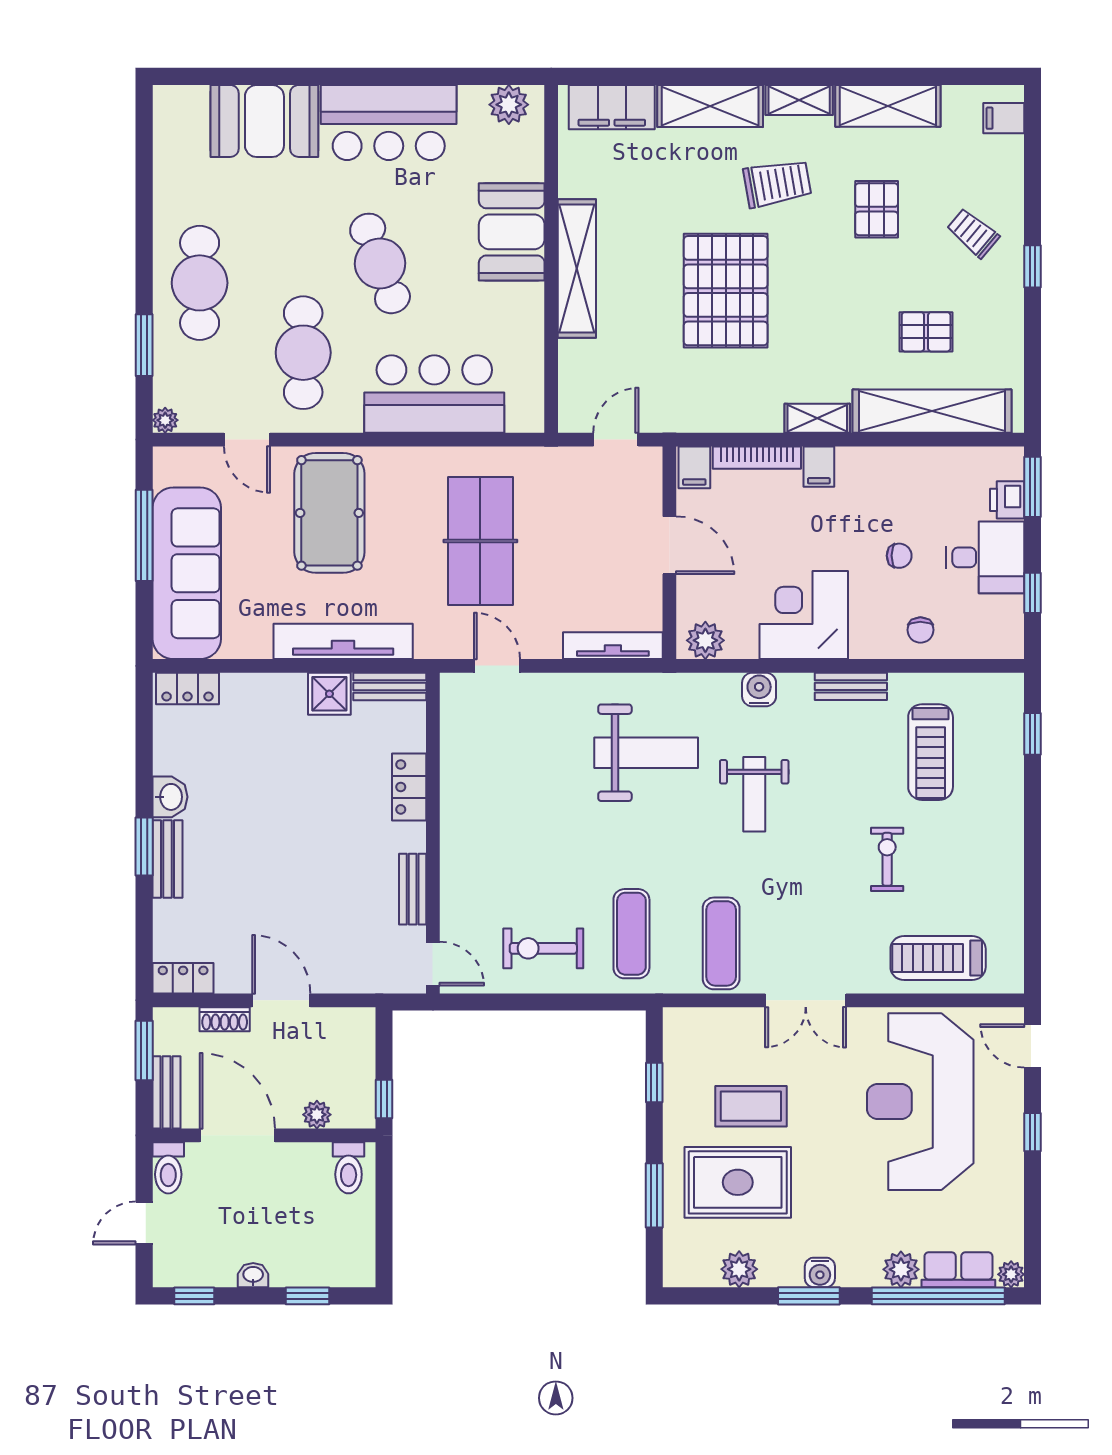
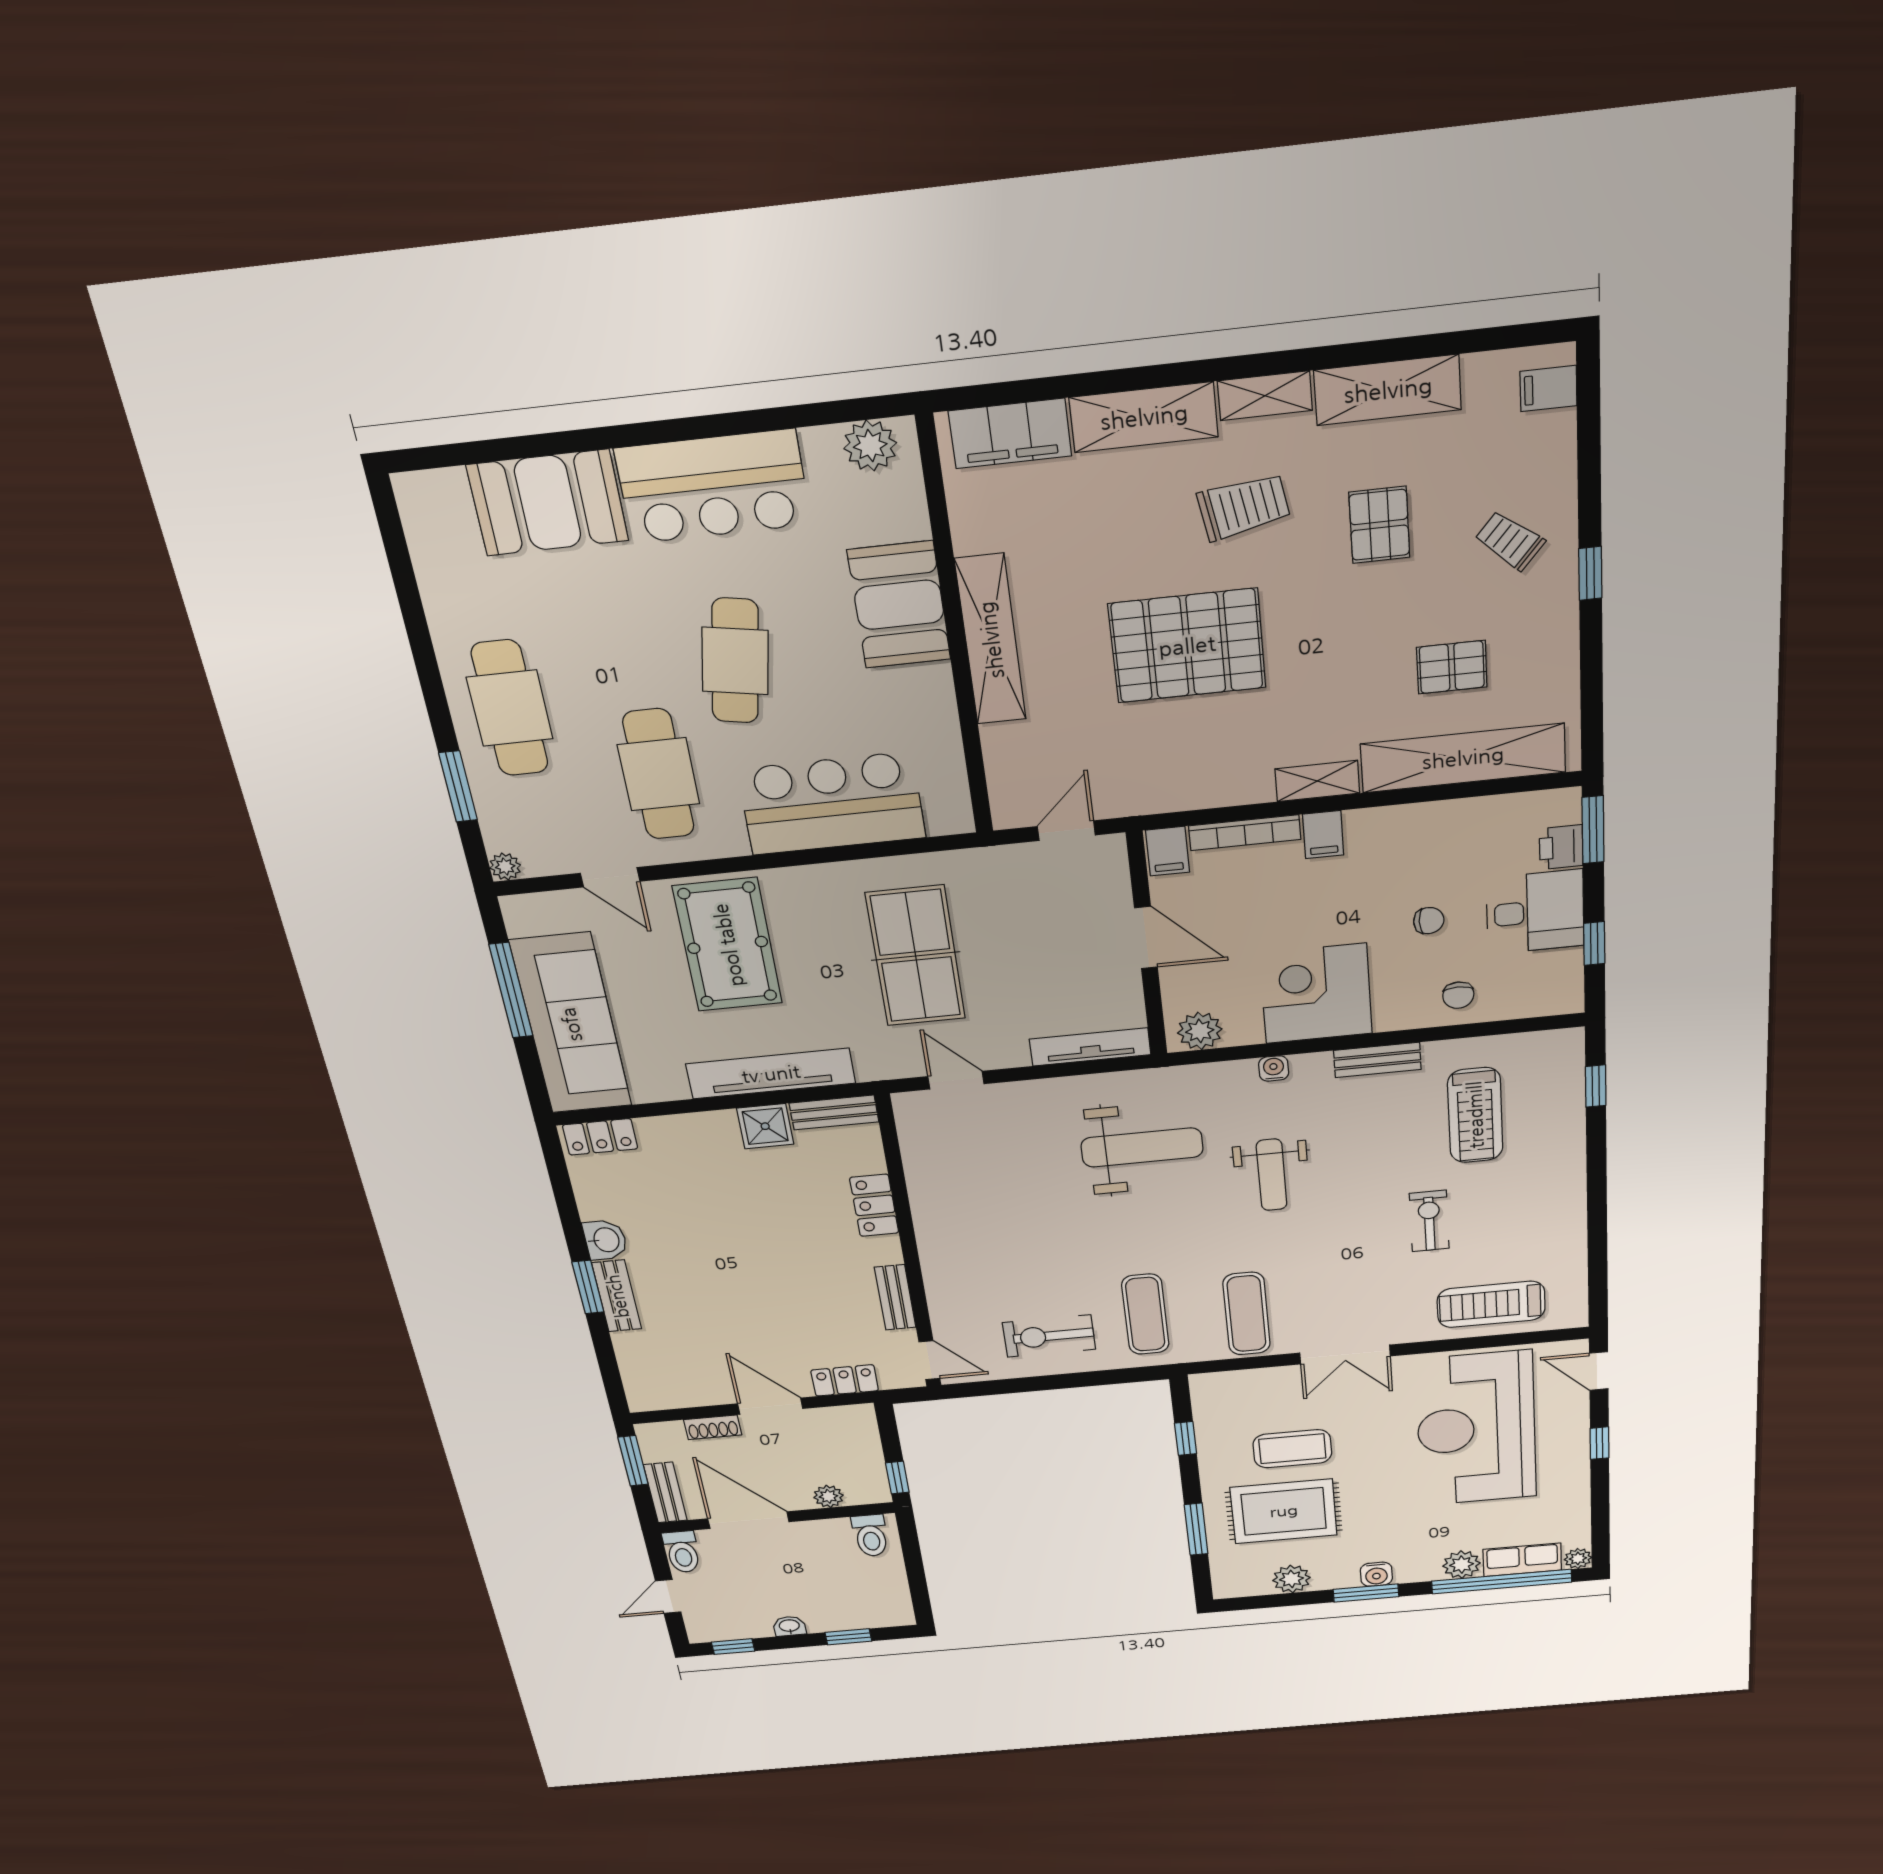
cafe table: (380, 263) -> (735, 661), turned 30
pallet: (726, 291) -> (1187, 646), turned 90
water cooler: (759, 690) -> (1274, 1068), width x0.72, depth x0.72
locker: (183, 978) -> (845, 1380), moved

